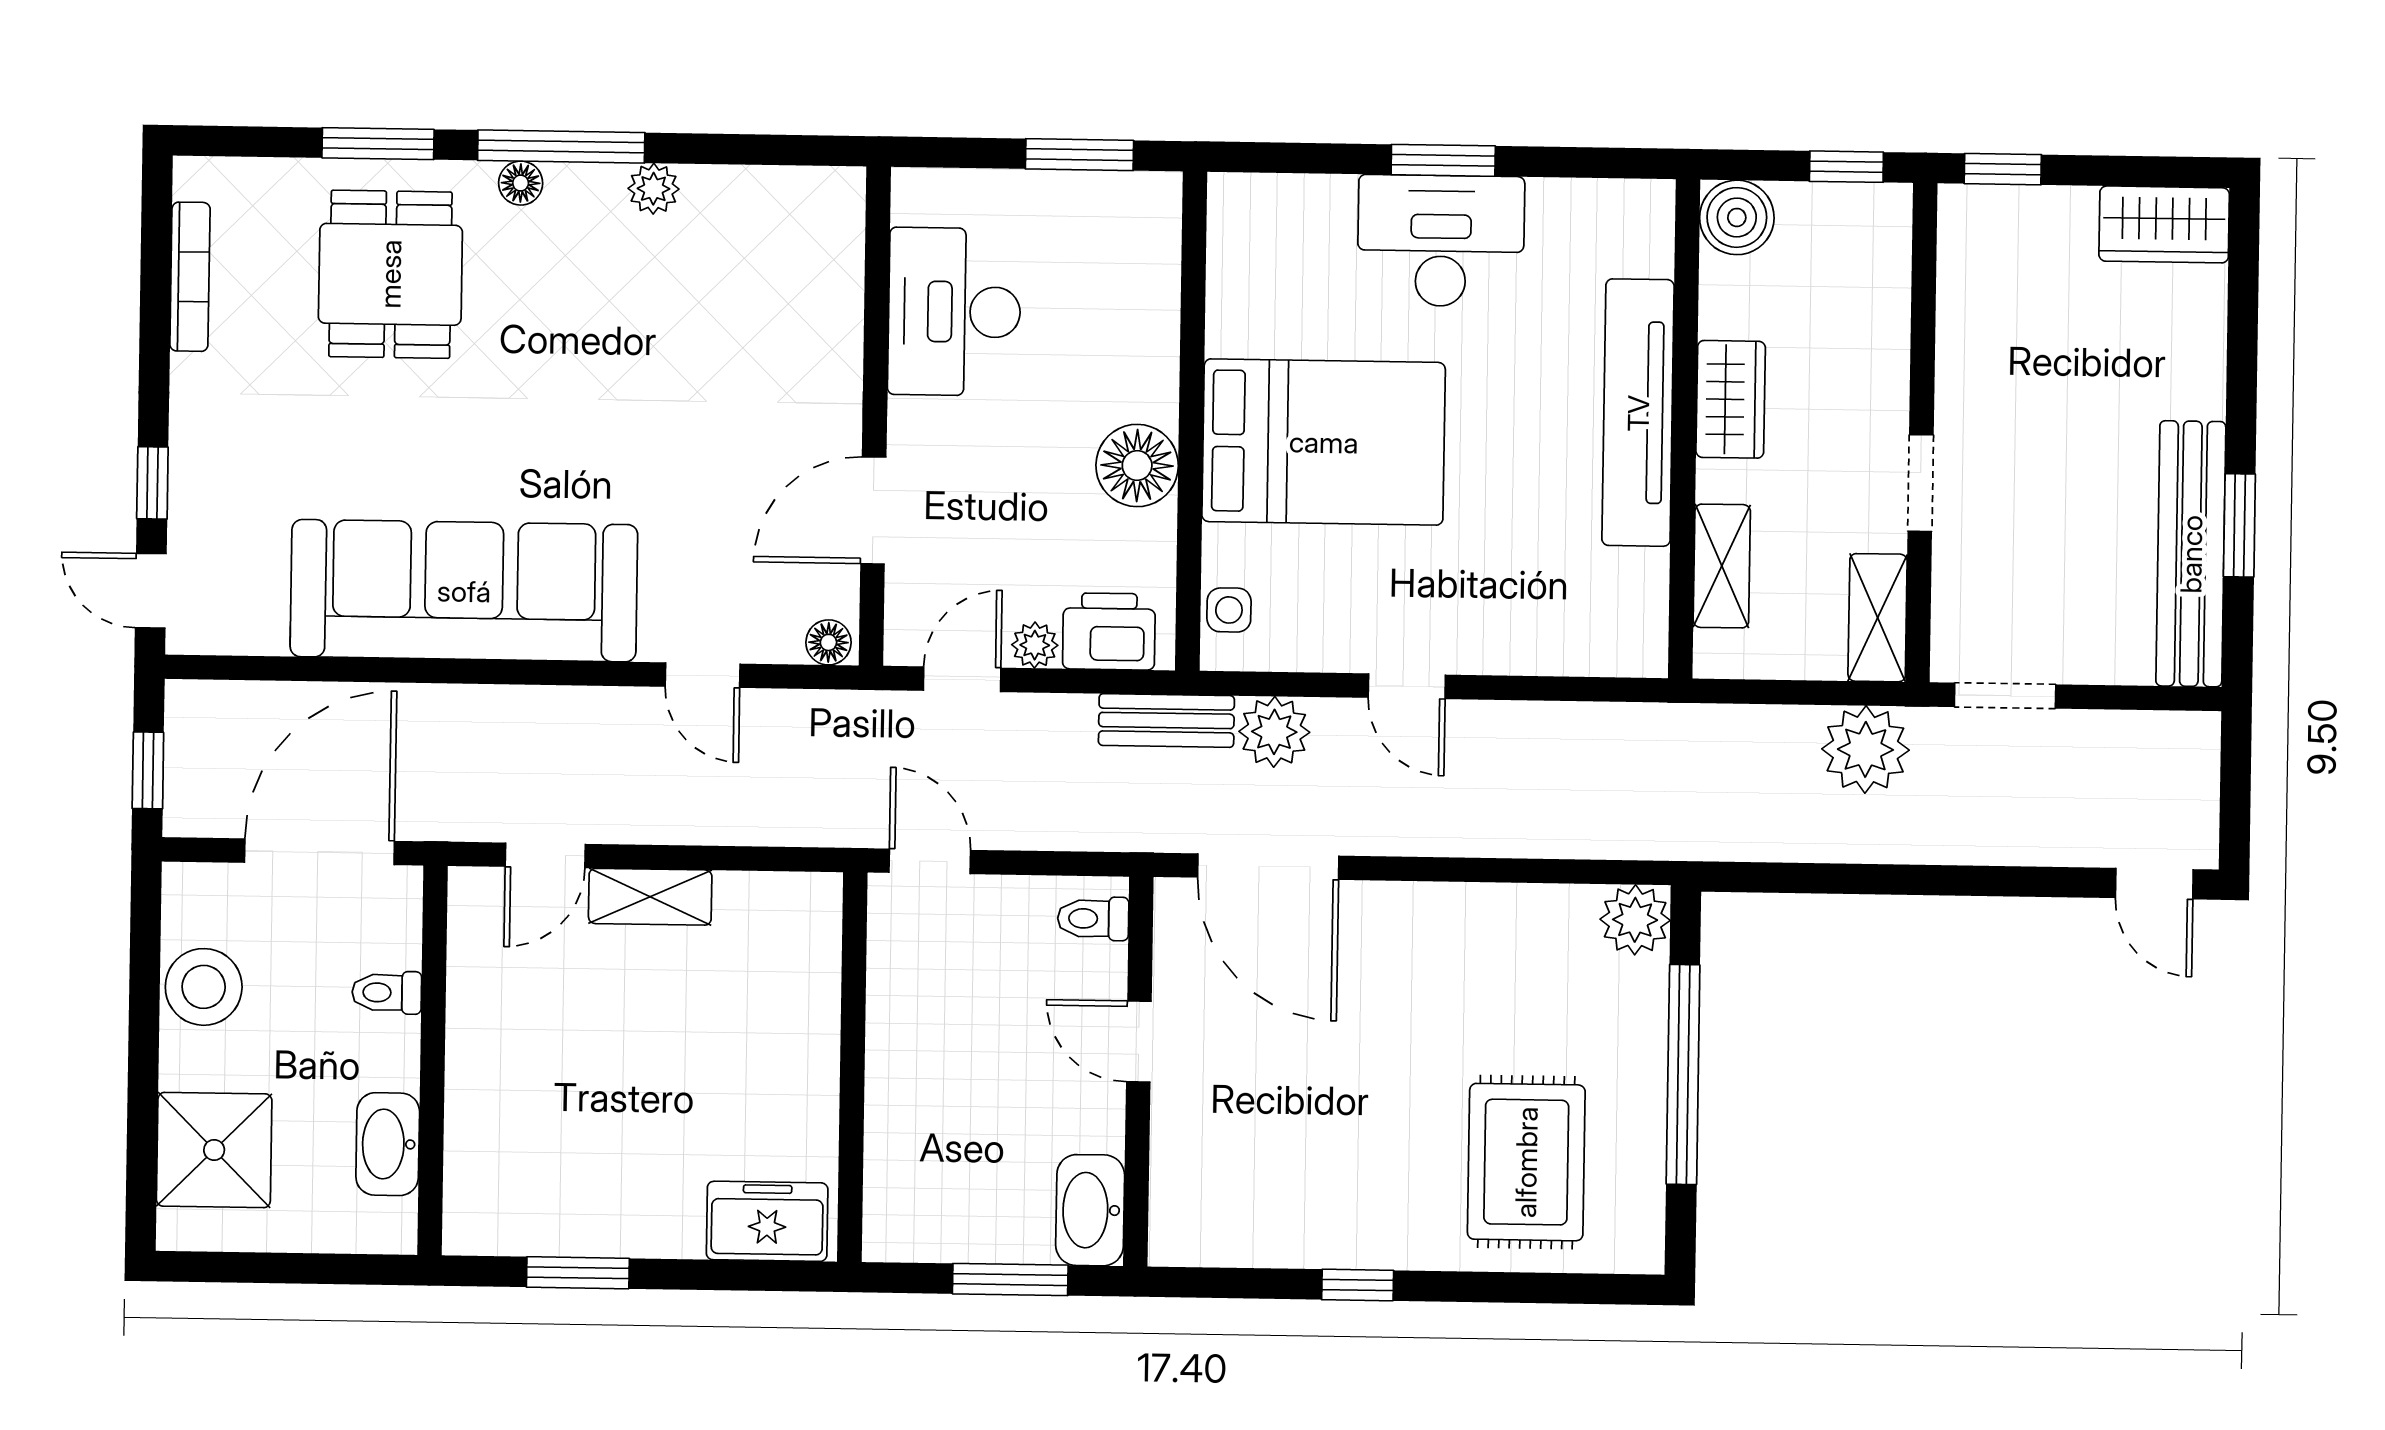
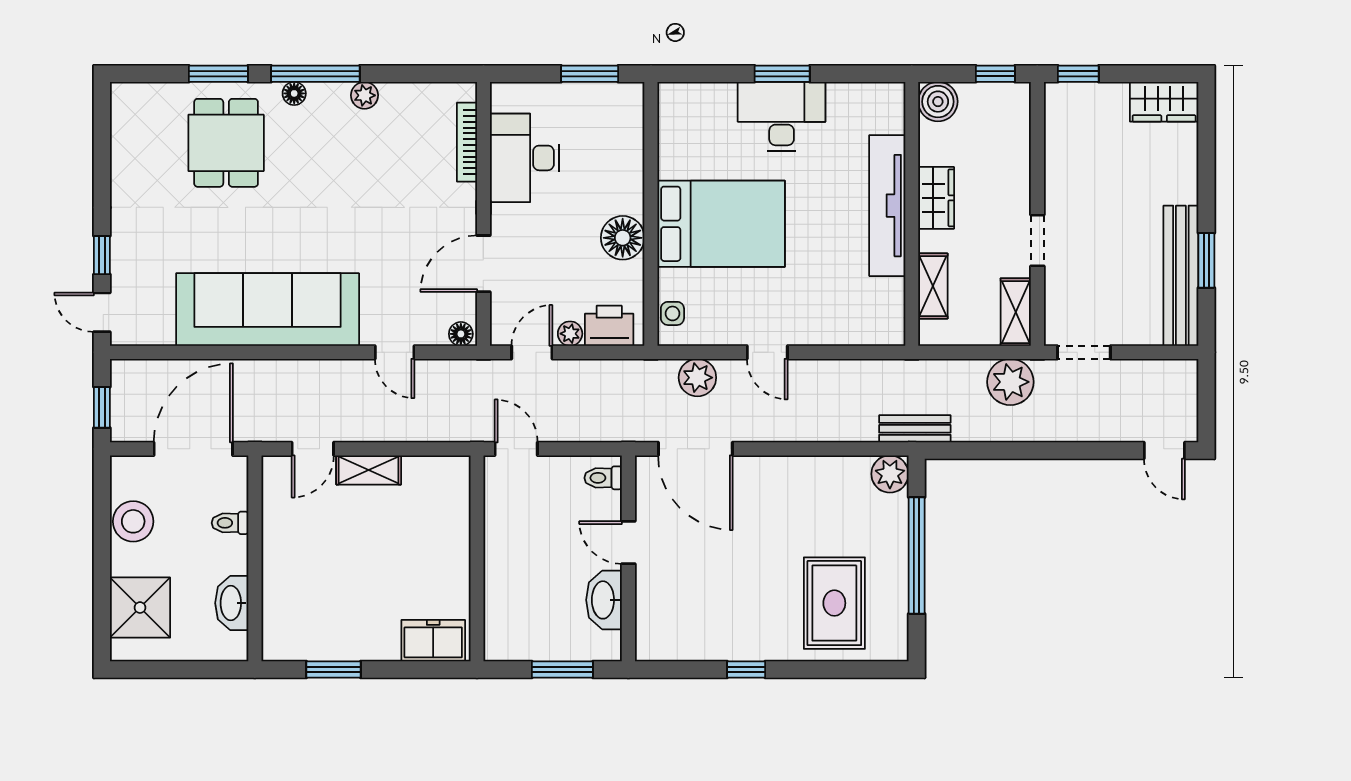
bookcase: (190, 277) -> (467, 142), moved, turned 180
bench: (1166, 720) -> (915, 429), moved
washbasin: (1090, 1210) -> (604, 600), moved

